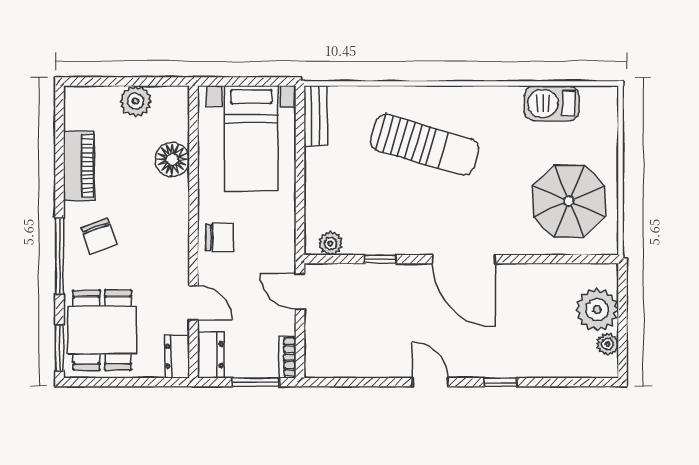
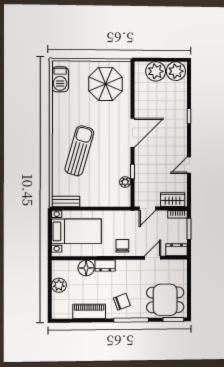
barbecue: (552, 103) -> (60, 79), moved
plant: (331, 243) -> (125, 182), moved
plant: (608, 344) -> (176, 71), width x1.88, depth x1.88
wardrobe: (319, 346) -> (173, 200), added
dresser: (177, 356) -> (105, 266), moved
door: (430, 382) -> (189, 165), moved

